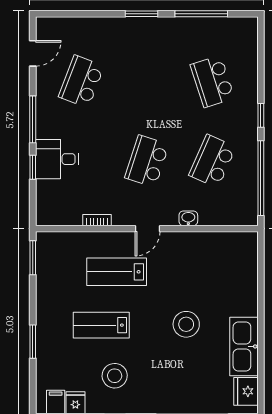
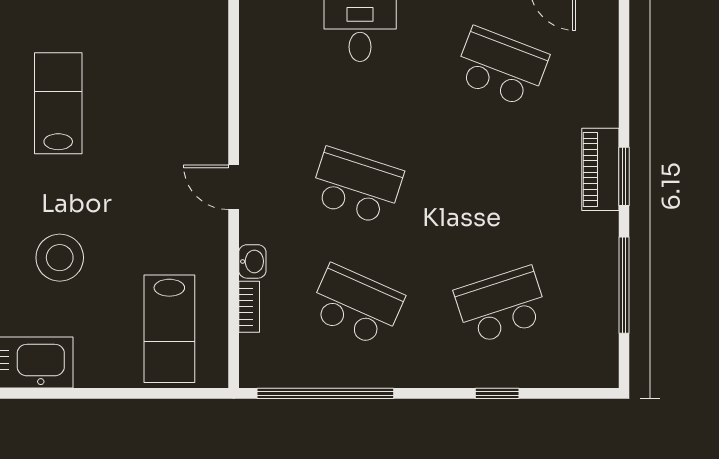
piano: (138, 27) -> (600, 169), added
window: (261, 115) -> (497, 393), moved
bookcase: (97, 220) -> (249, 307), moved
lab bench: (117, 272) -> (169, 329), moved, turned 180

